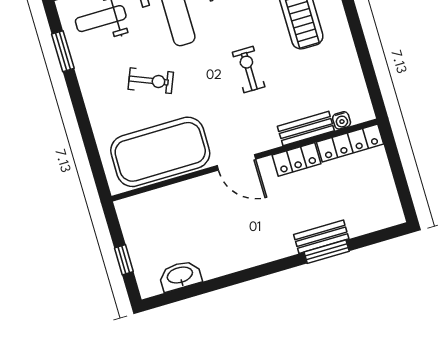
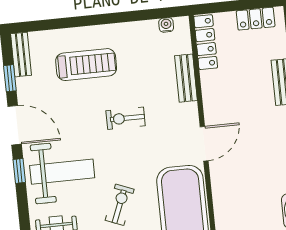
water cooler: (342, 120) -> (166, 25), moved, turned -90
locker: (297, 159) -> (256, 19), moved, turned 90

